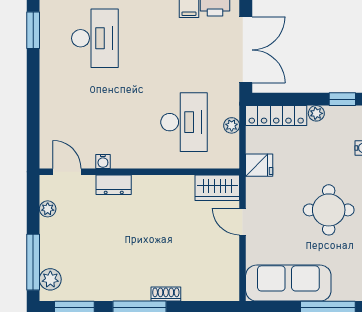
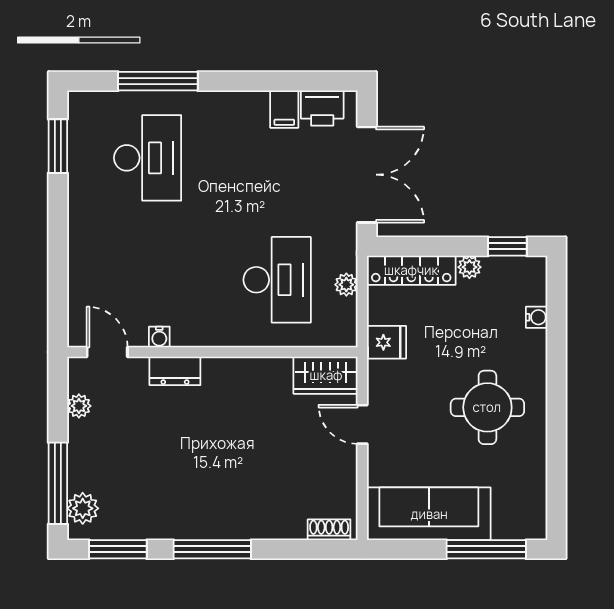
shoe rack: (166, 294) -> (329, 530), moved

